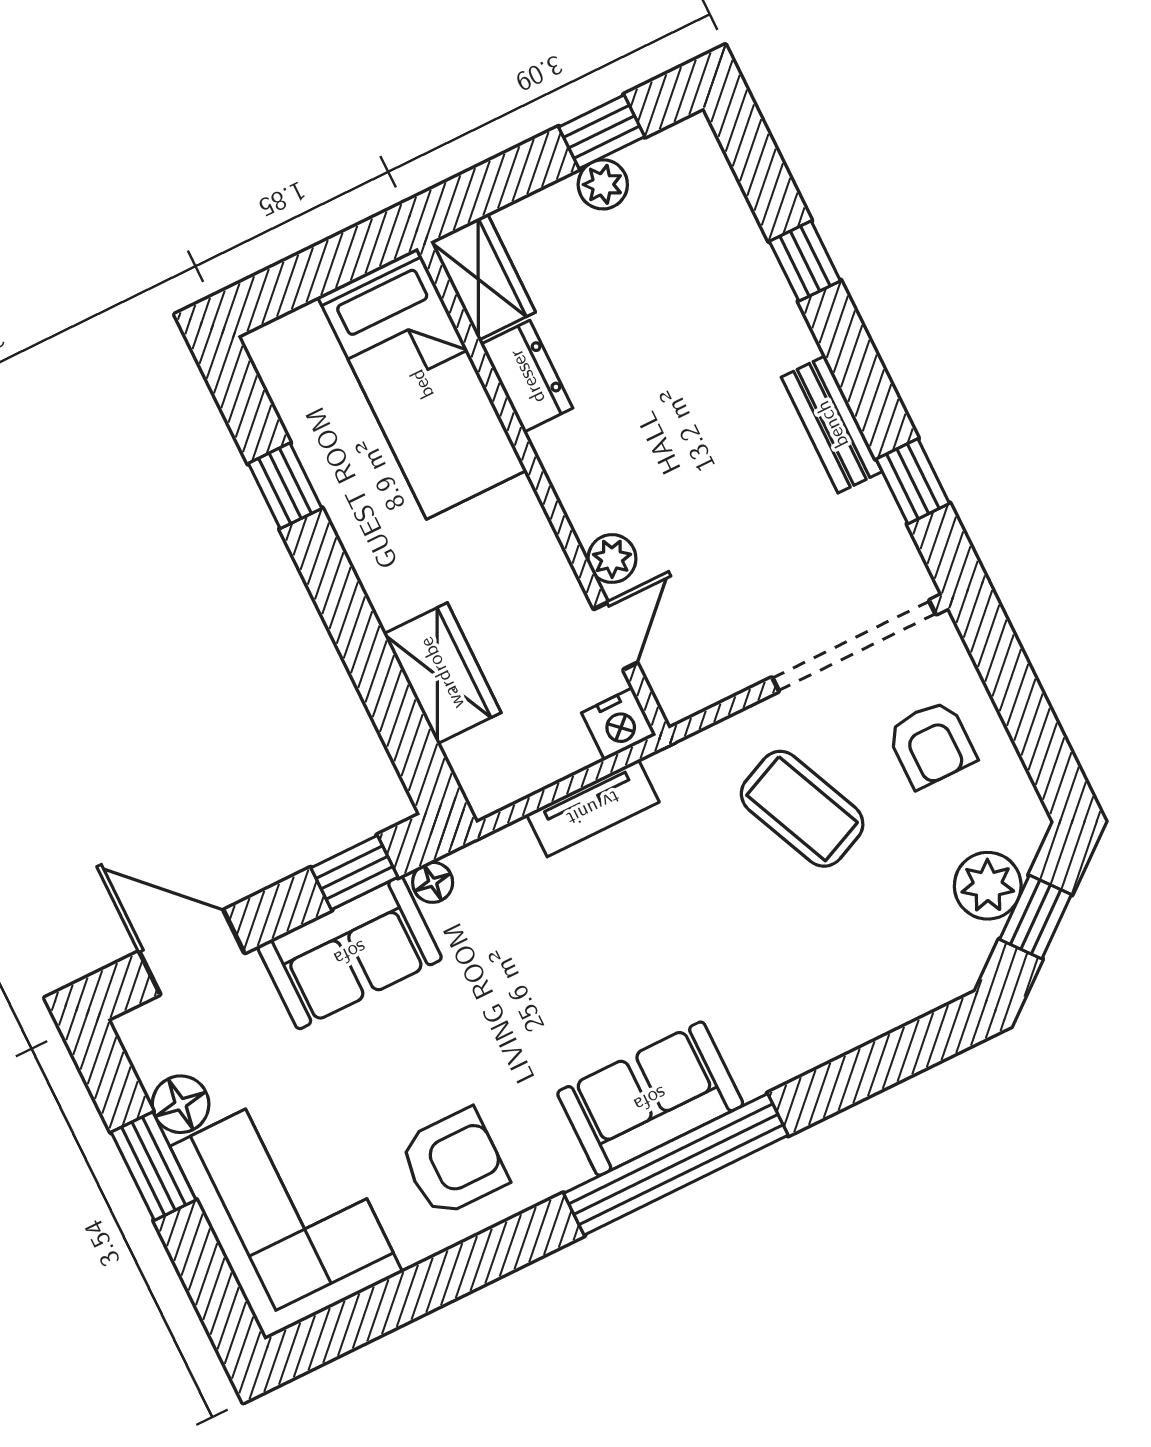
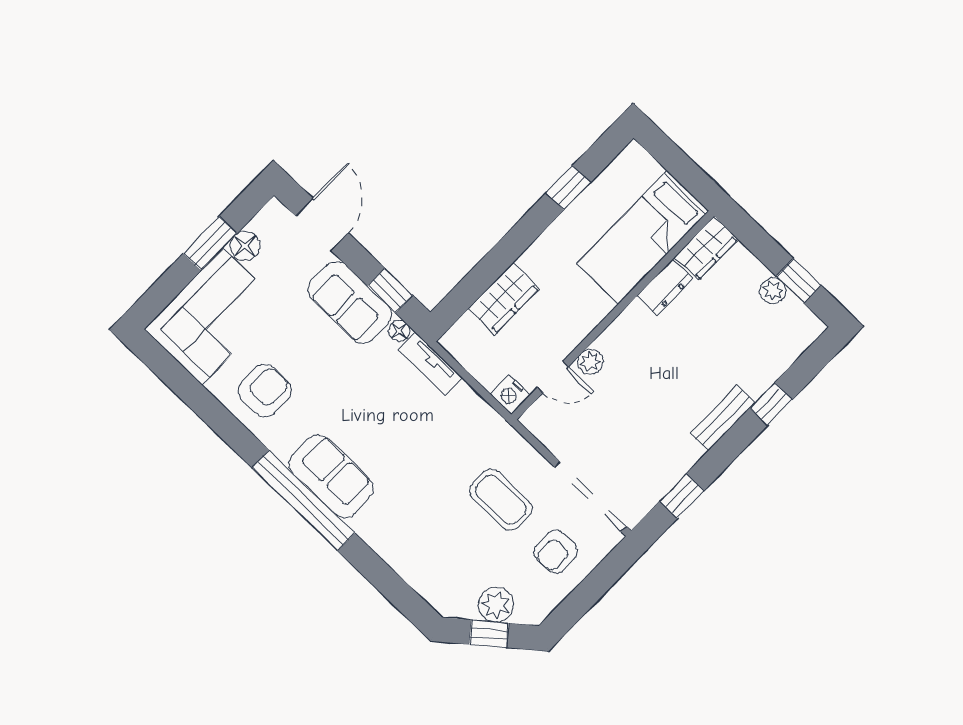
bench: (832, 424) -> (722, 418), moved
tv unit: (593, 808) -> (430, 364), moved
coffee table: (802, 809) -> (501, 500), turned -66
armchair: (454, 1163) -> (265, 391), turned -90

